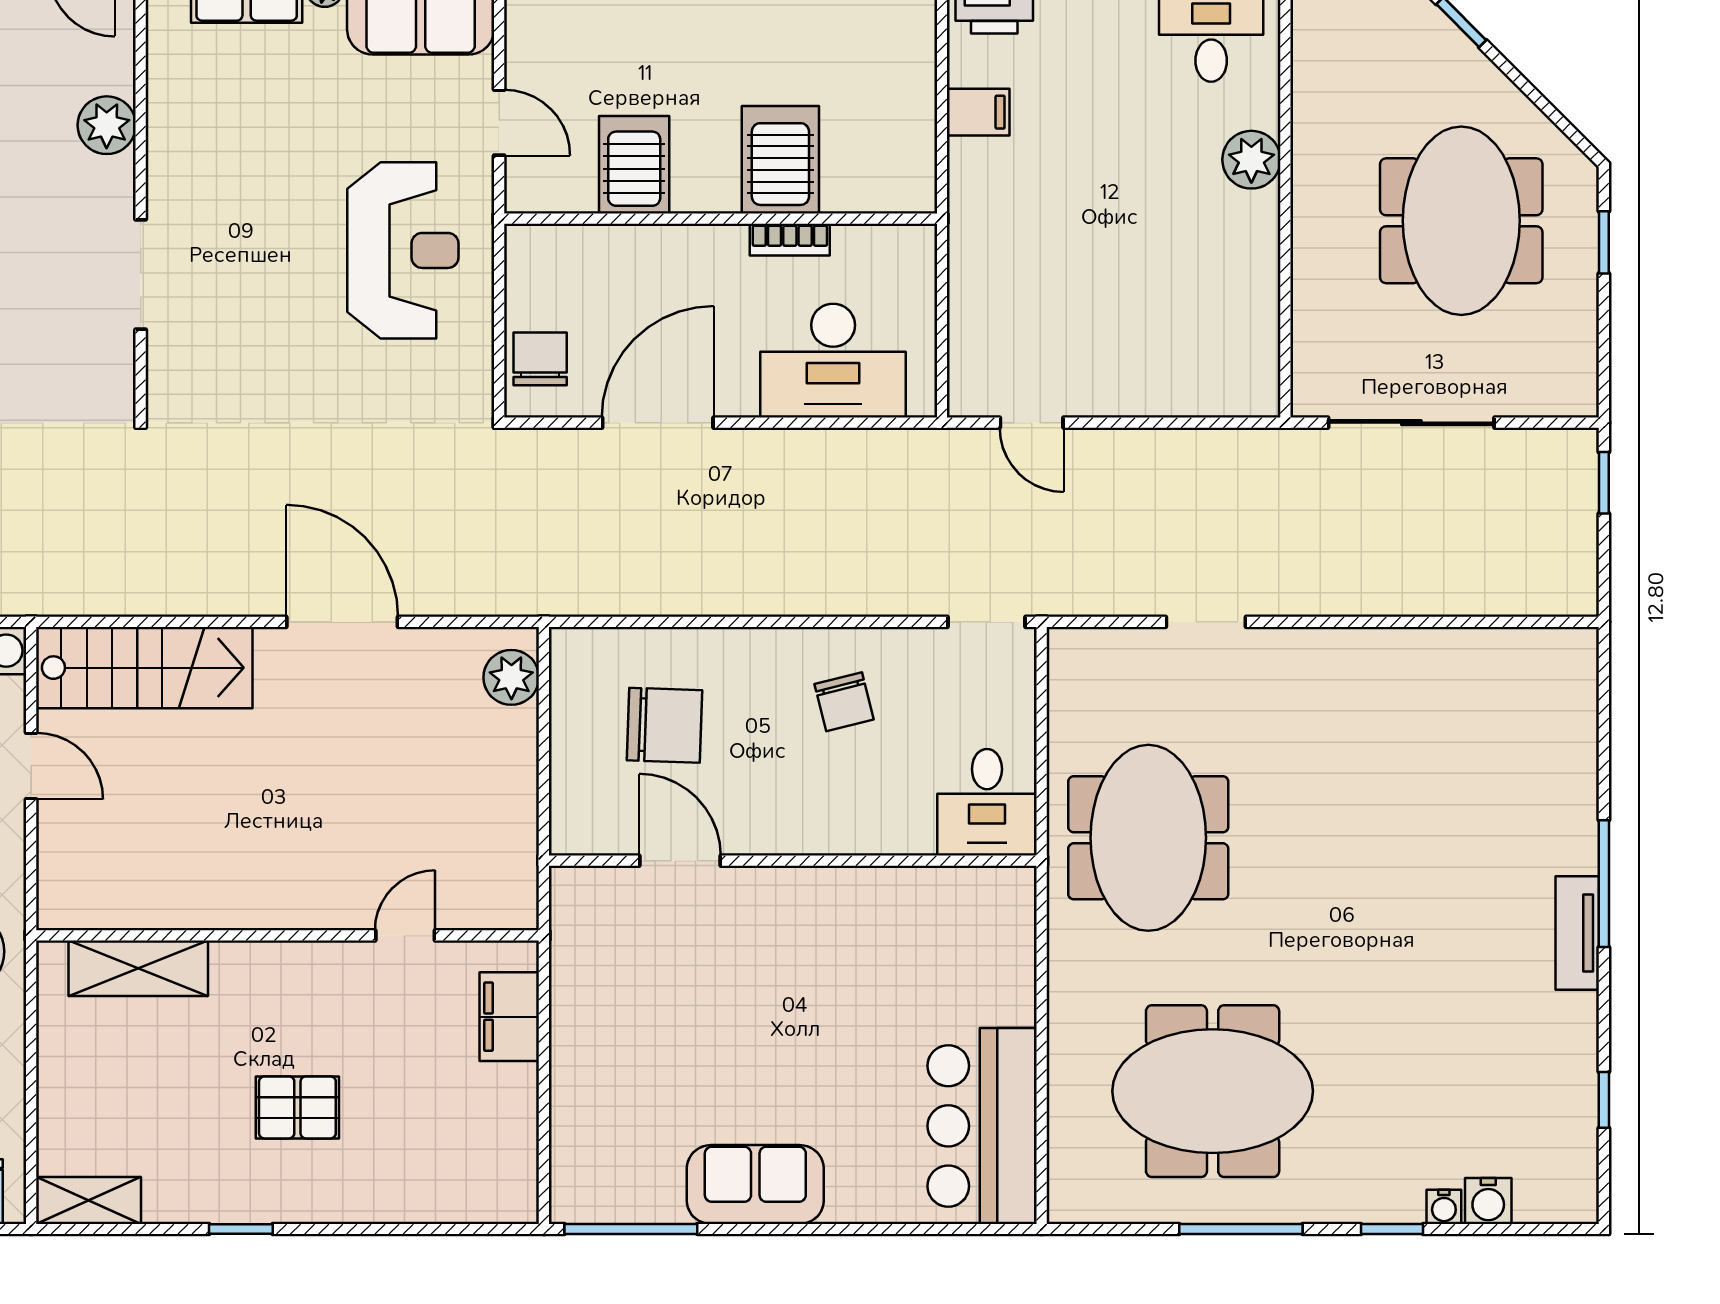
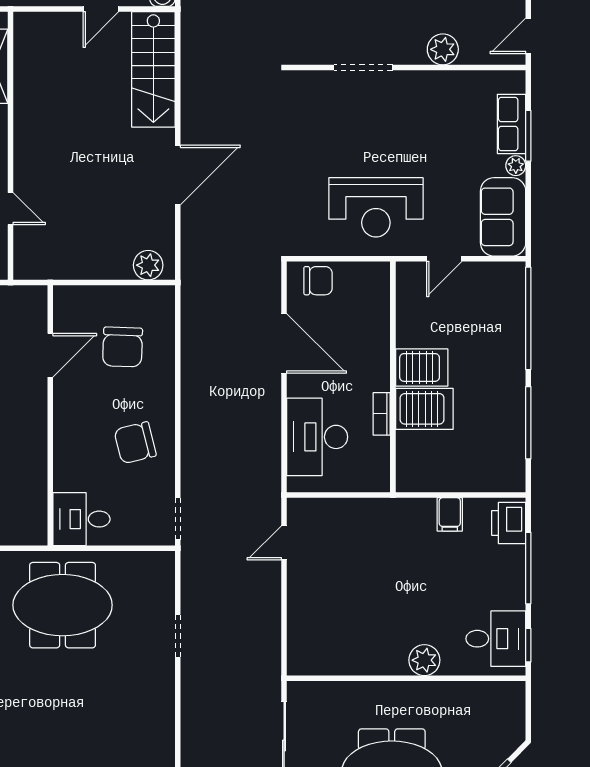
server rack: (634, 165) -> (422, 367), moved
chair: (844, 702) -> (135, 443), width x1.37, depth x1.37

